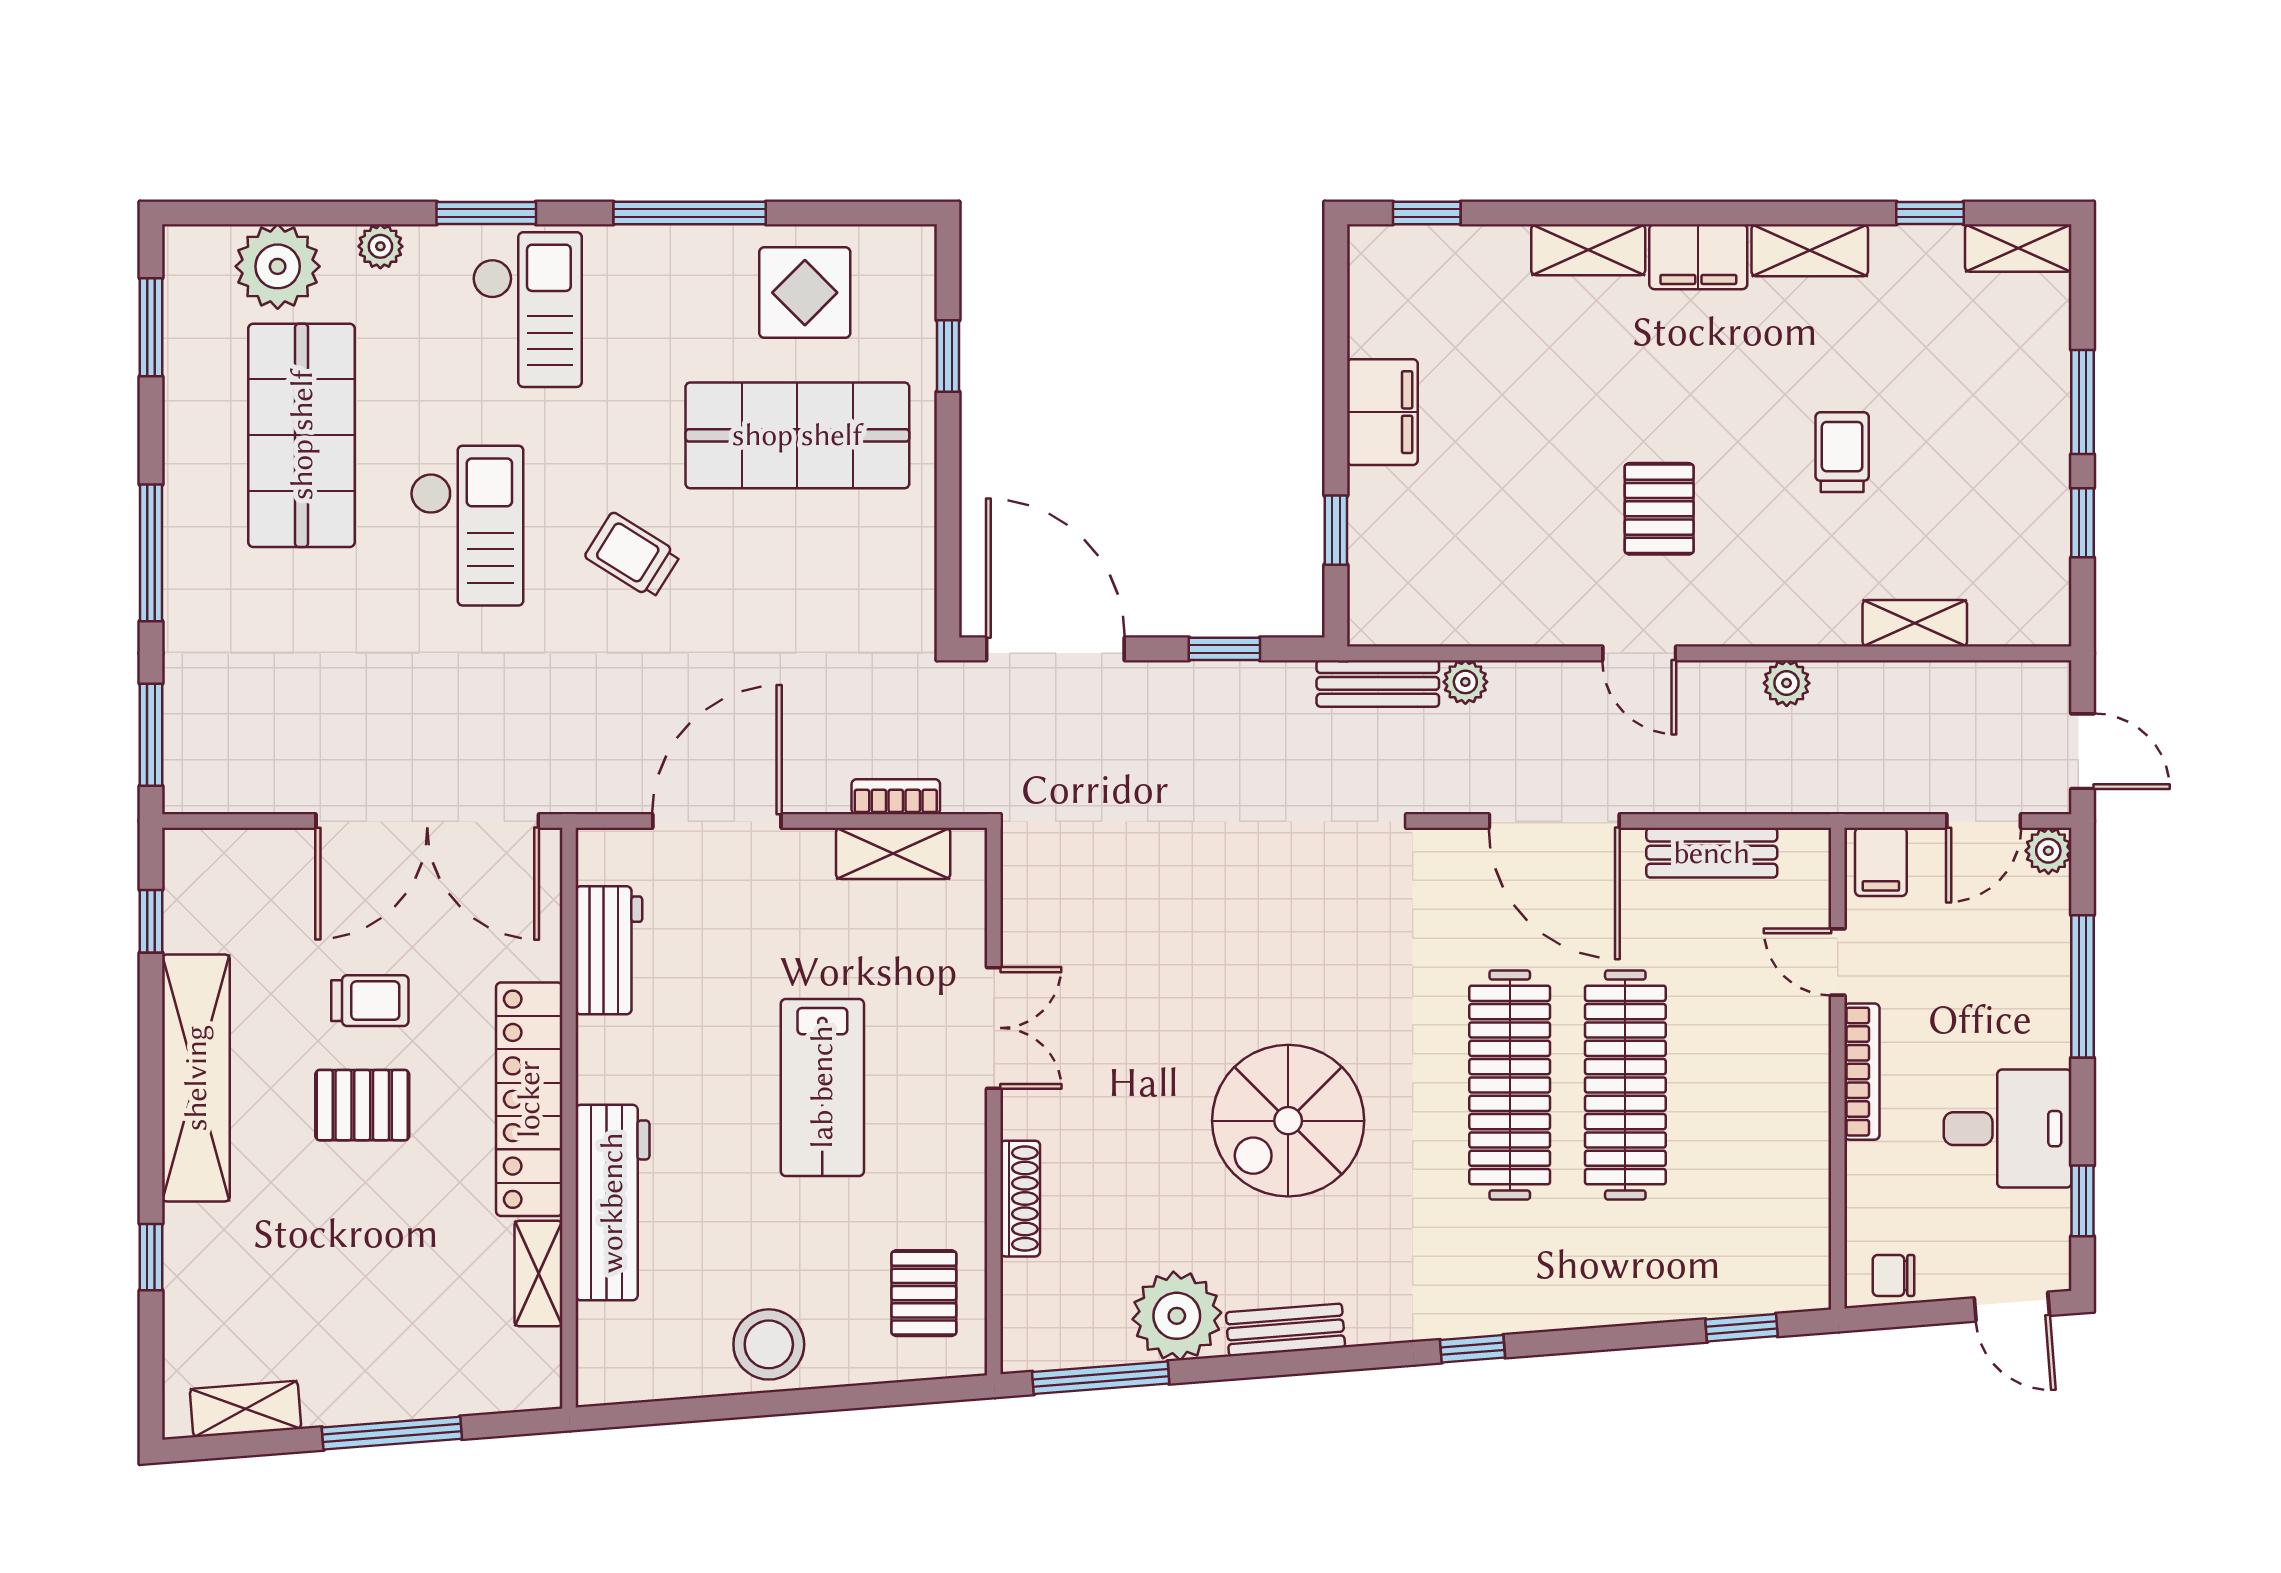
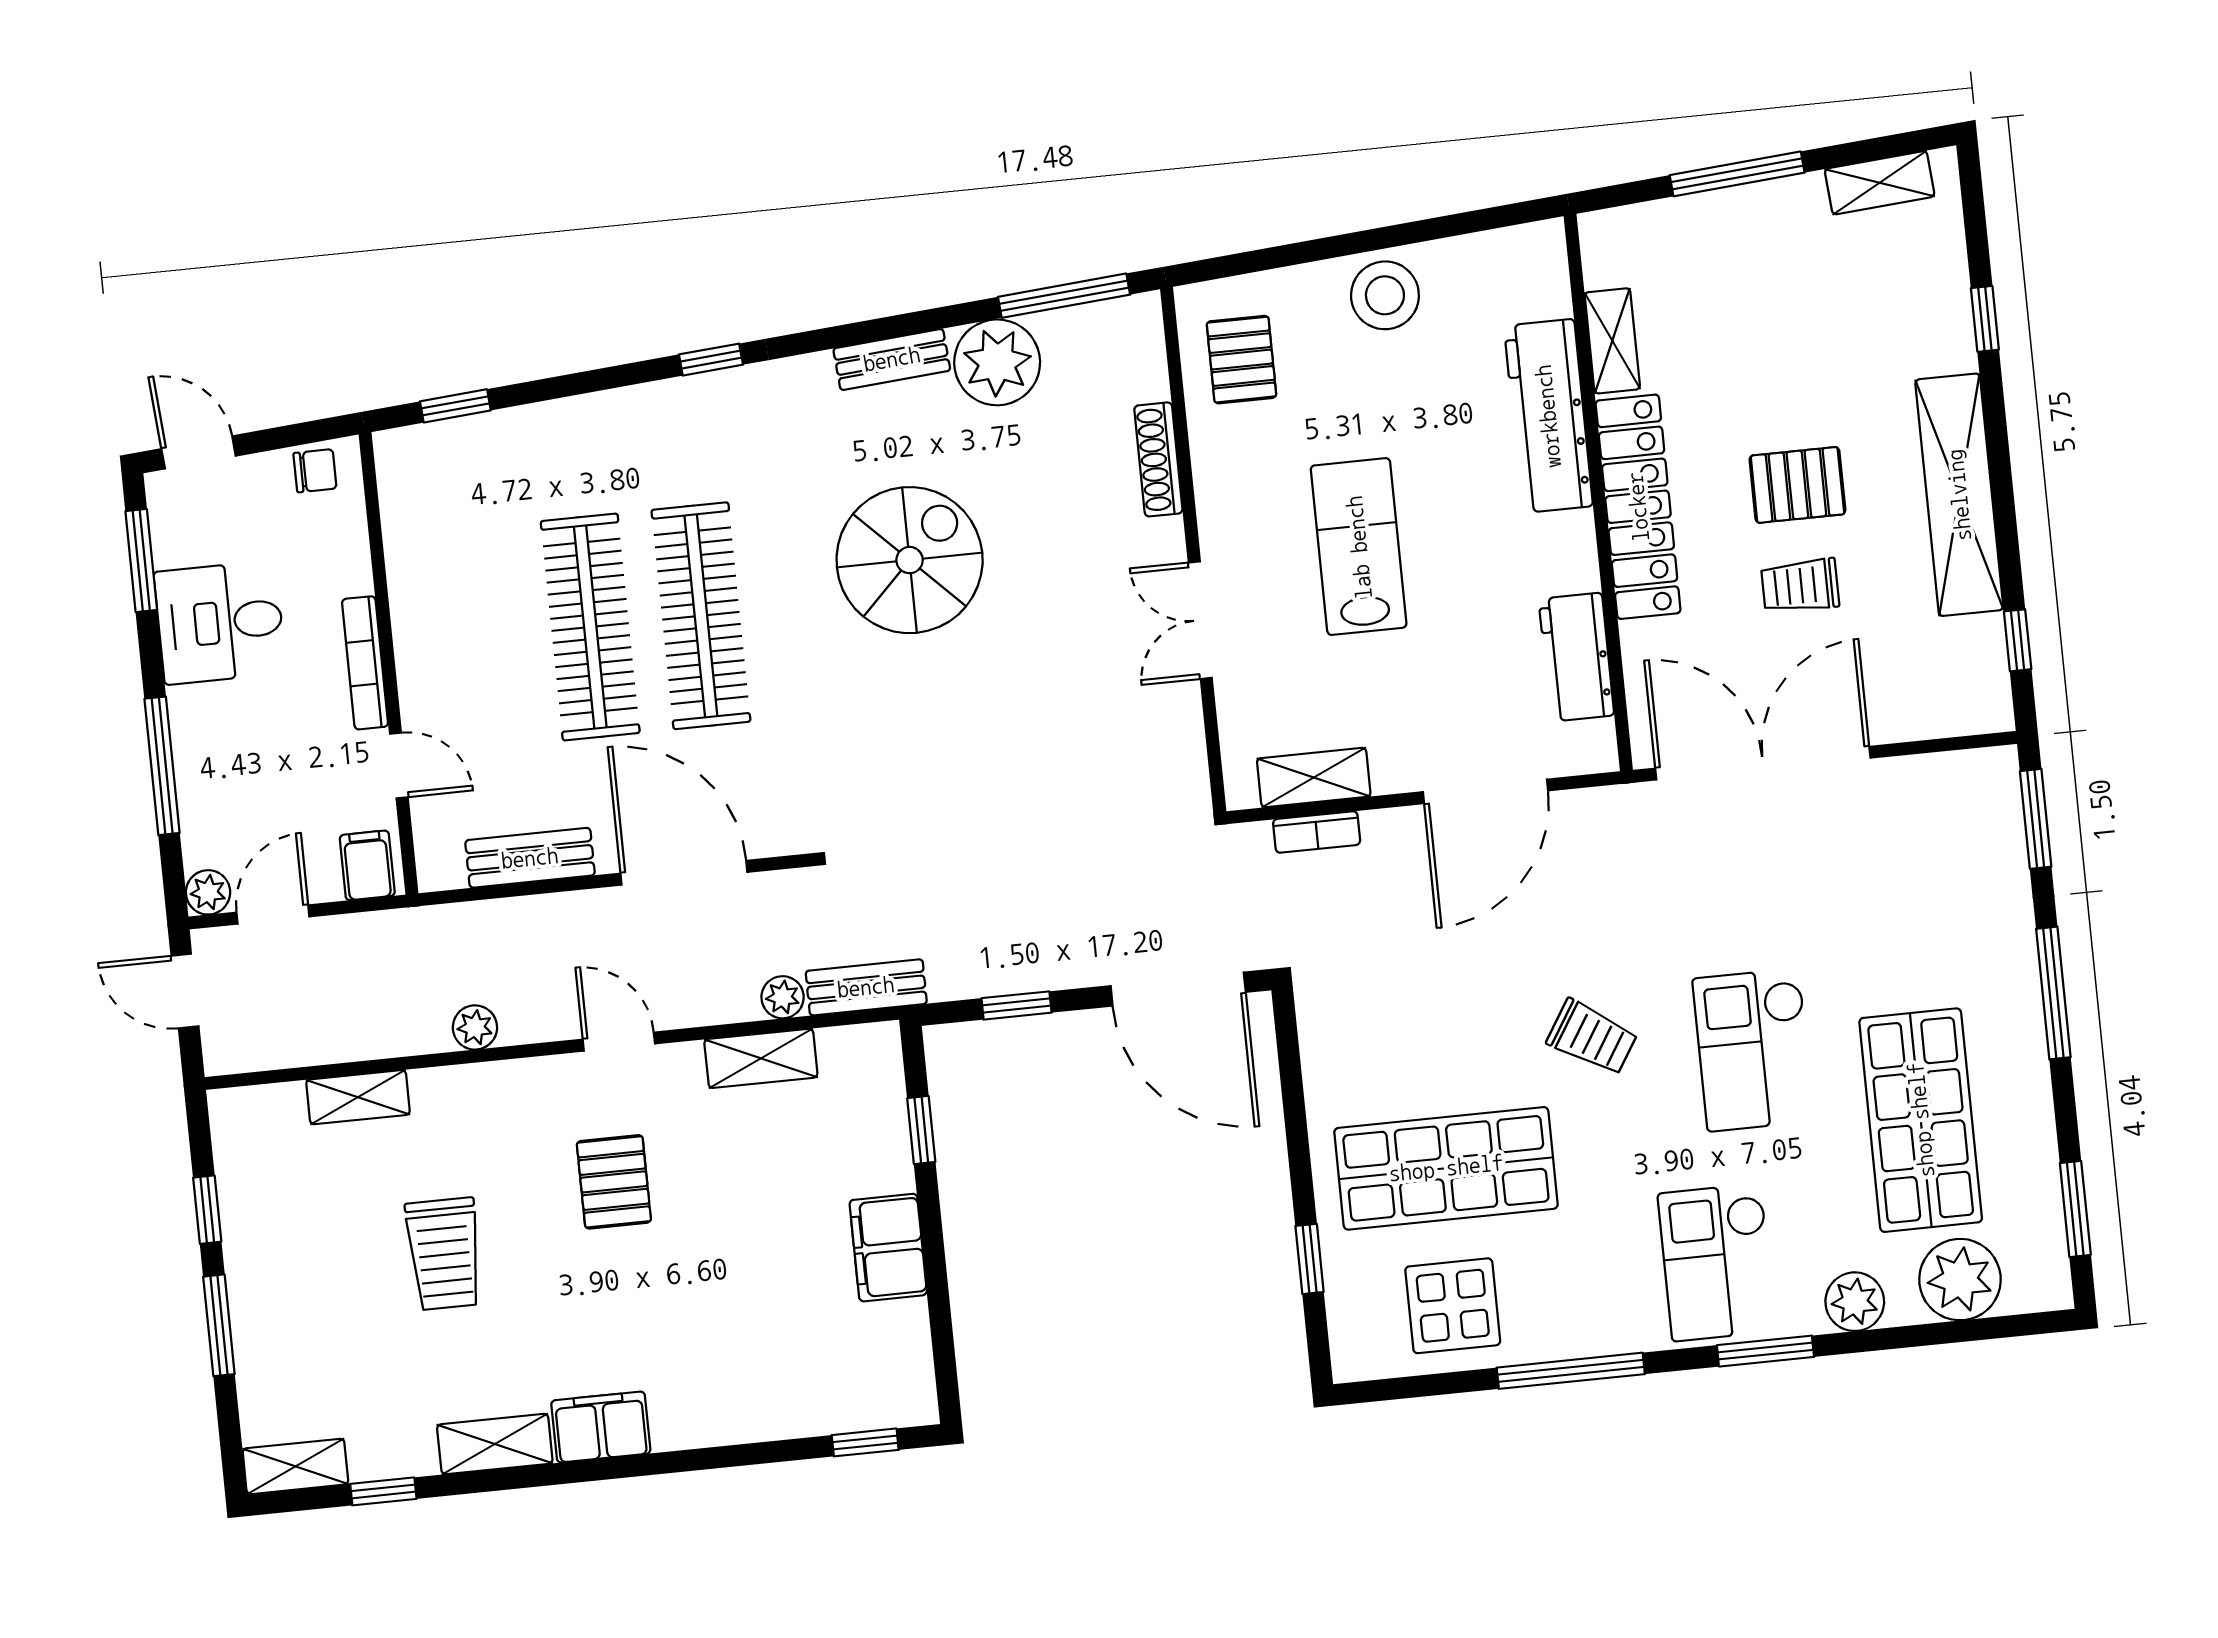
plant: (380, 246) -> (1855, 1302), width x1.38, depth x1.38
shelving: (1588, 250) -> (761, 1058), moved
trolley: (1842, 452) -> (444, 1254), width x1.36, depth x1.39
window: (2083, 1201) -> (141, 561), width x1.50

